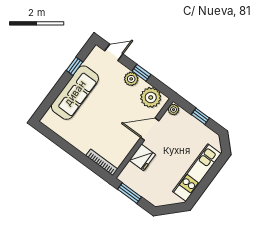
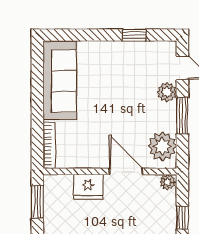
window: (141, 73) -> (182, 116), width x1.50
plant: (131, 79) -> (167, 92), moved
sofa: (75, 93) -> (60, 81), moved, turned -90

